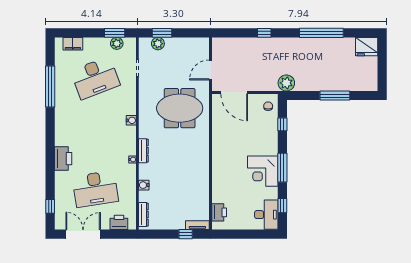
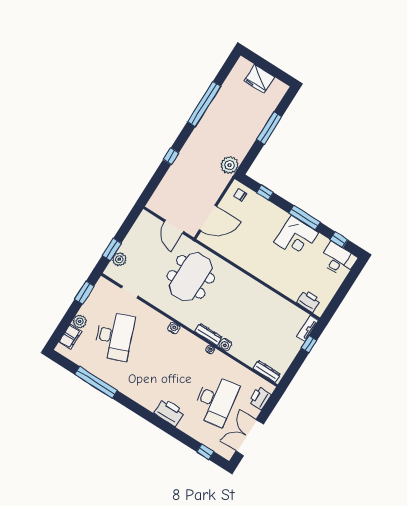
plant: (117, 43) -> (80, 321), moved
fridge: (367, 47) -> (259, 79), moved, turned 90
water cooler: (144, 185) -> (225, 345), moved

